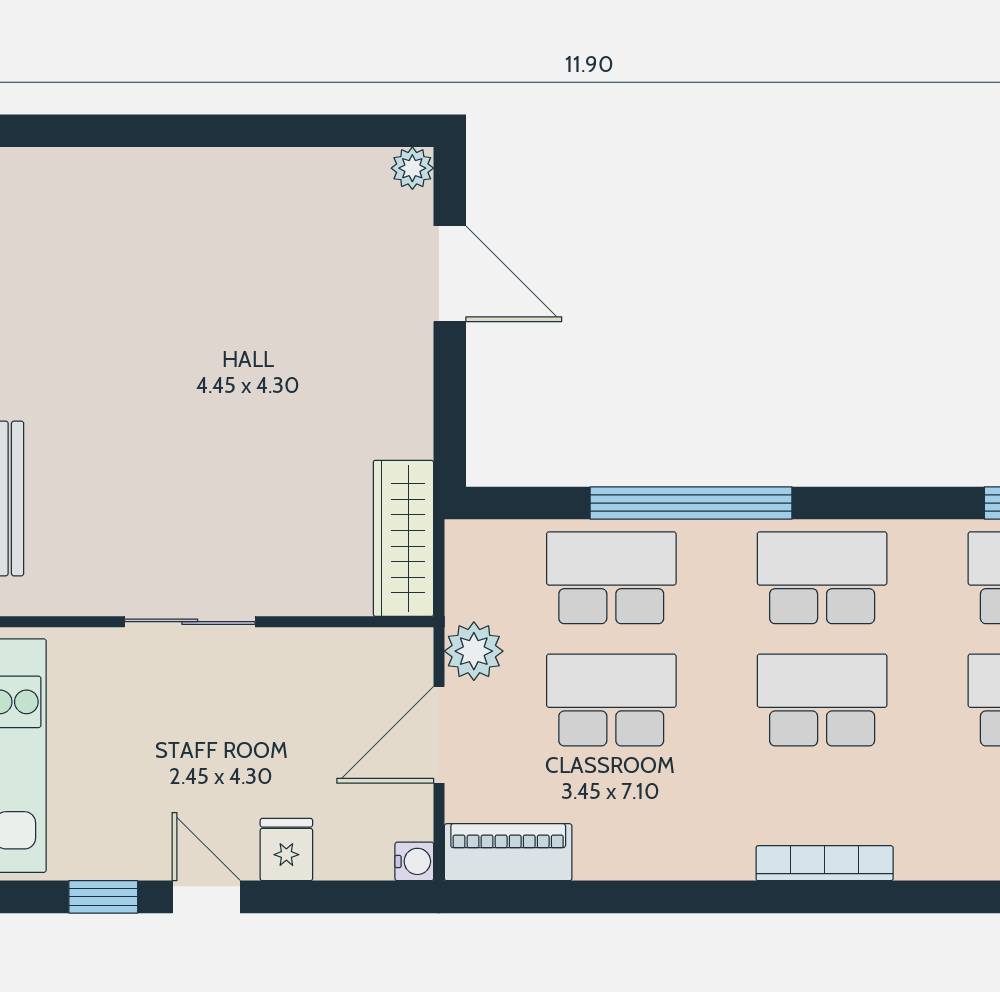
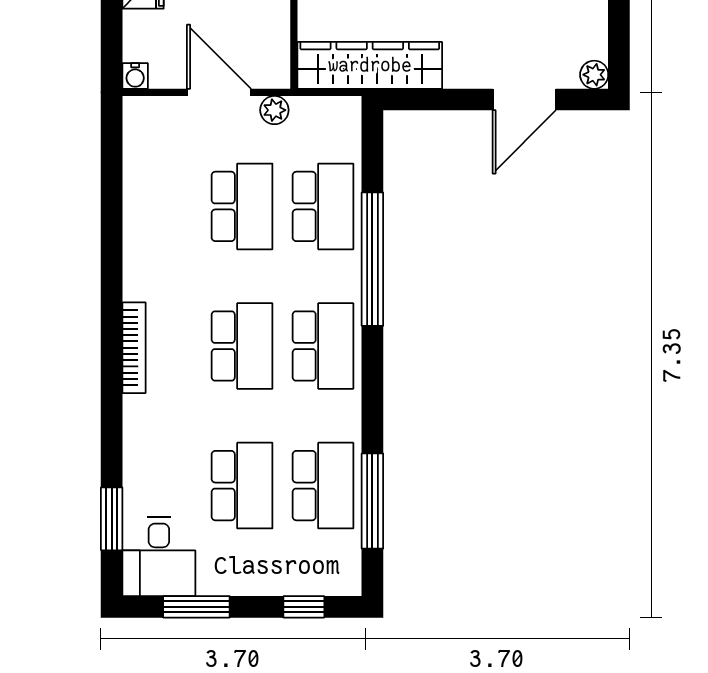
wardrobe: (403, 538) -> (370, 65), width x1.40, depth x1.17
plant: (474, 651) -> (274, 110), width x0.73, depth x0.73
piano: (508, 852) -> (141, 138), removed

